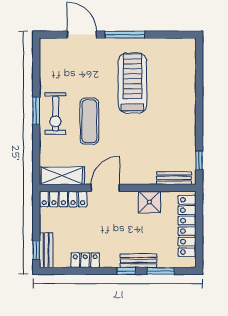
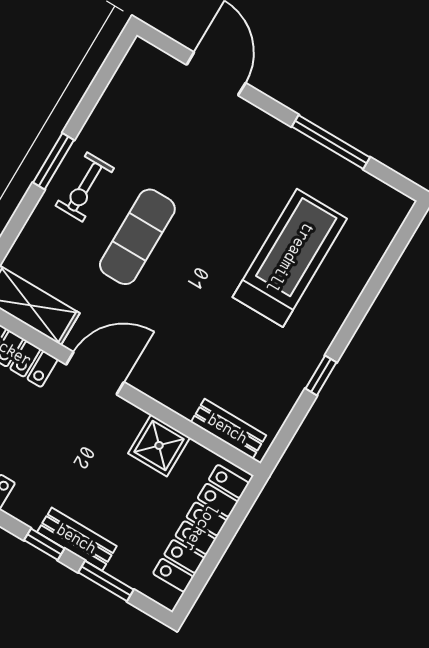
window: (125, 35) -> (331, 142), moved
treadmill: (132, 83) -> (290, 258), moved
exercise bike: (55, 114) -> (85, 187), width x0.73, depth x0.72
window: (199, 160) -> (321, 375), moved

